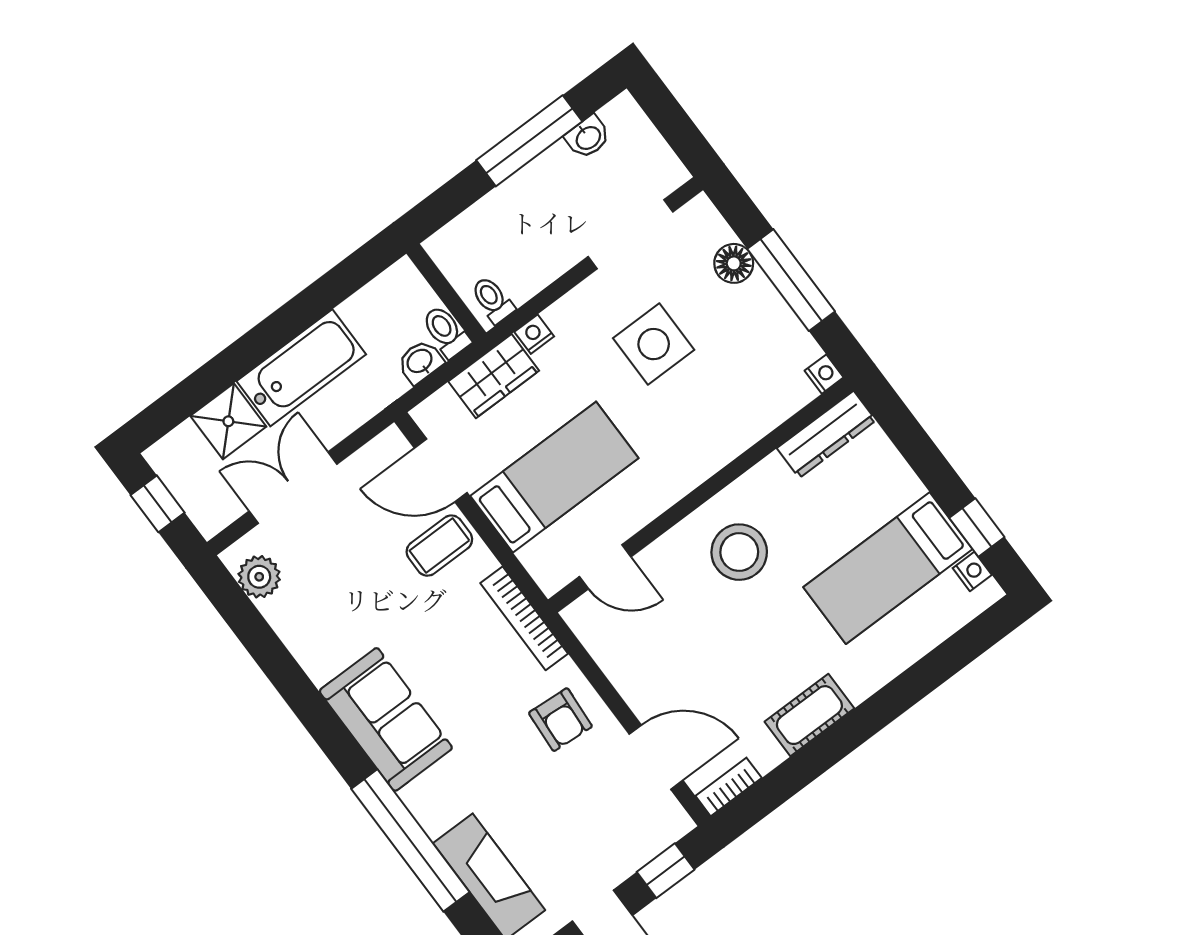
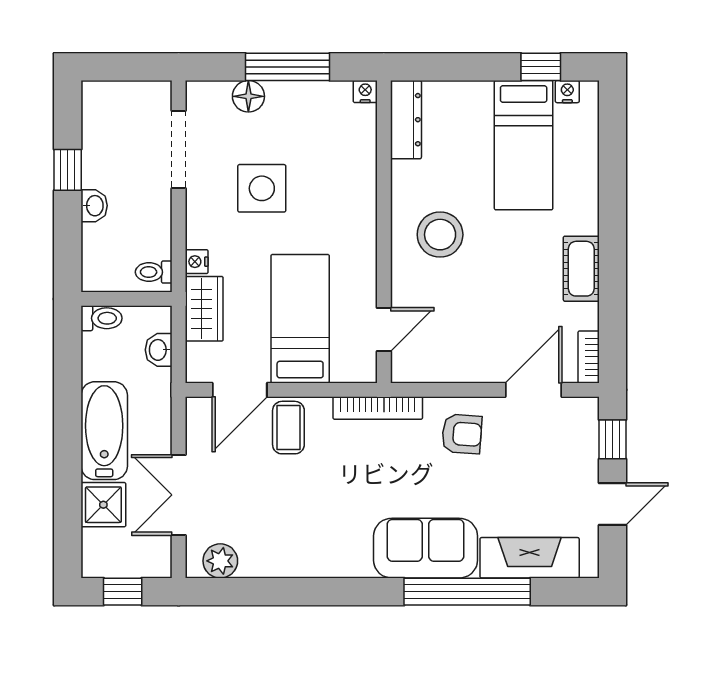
washbasin: (588, 137) -> (94, 206), moved
window: (529, 141) -> (68, 170), width x0.46
toilet: (446, 332) -> (102, 318), moved, turned 180
sofa: (386, 719) -> (426, 548), moved

